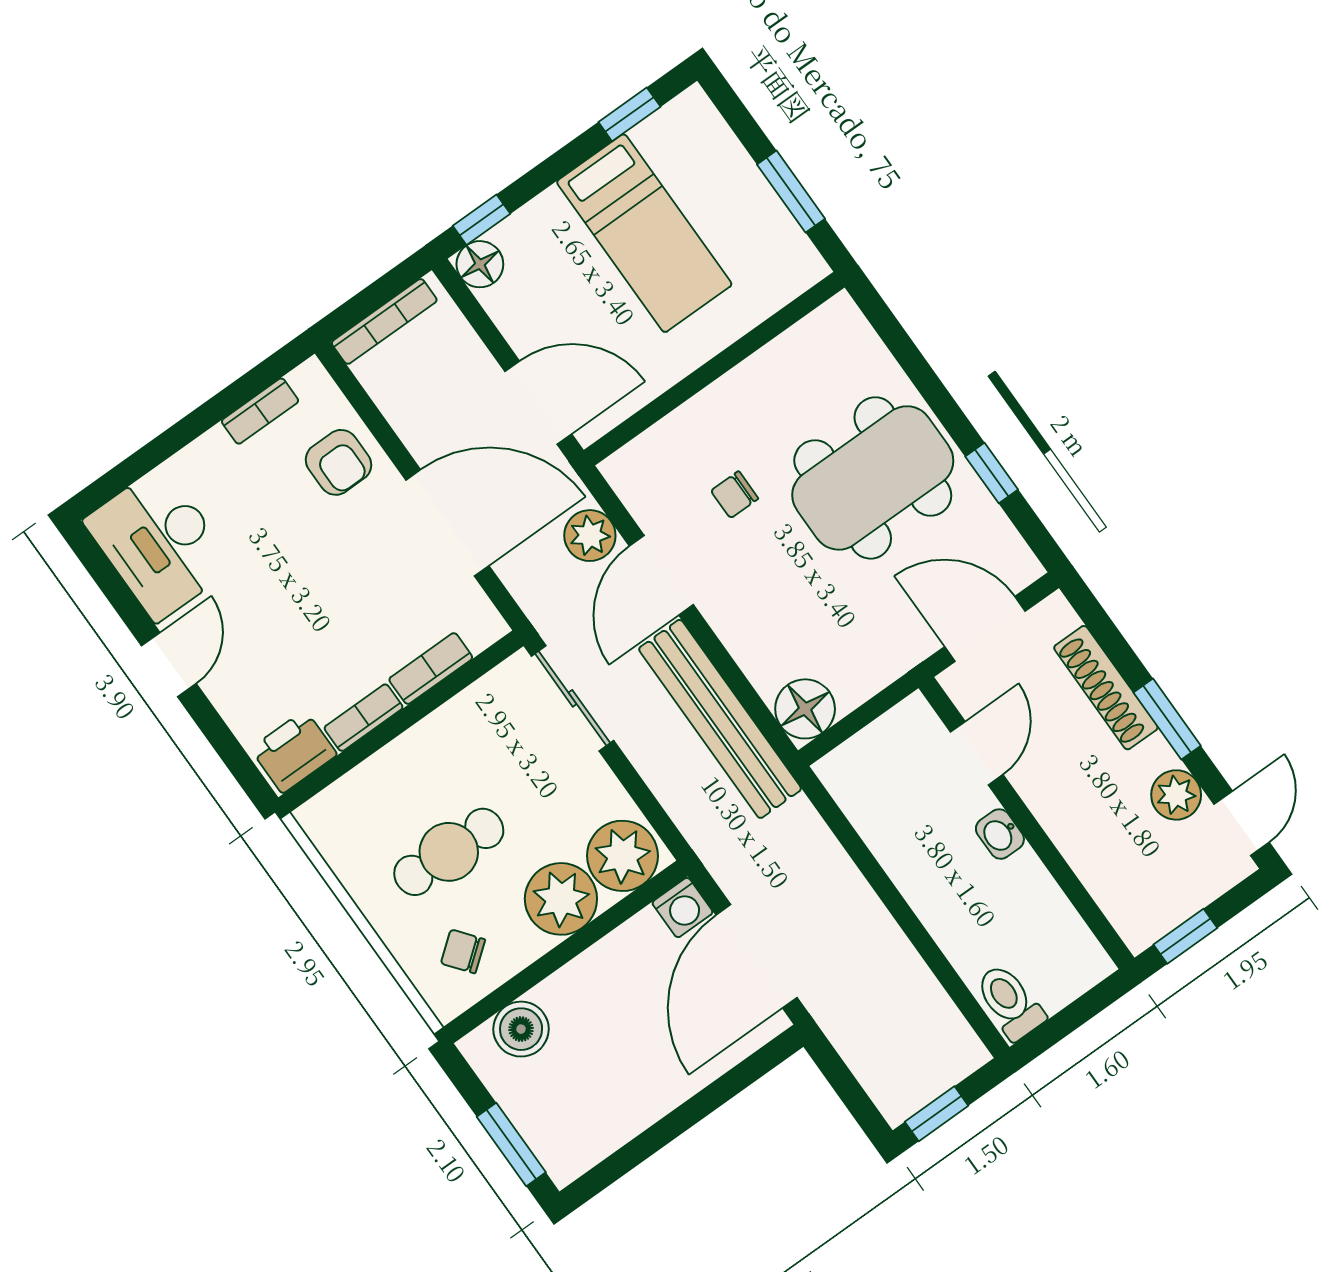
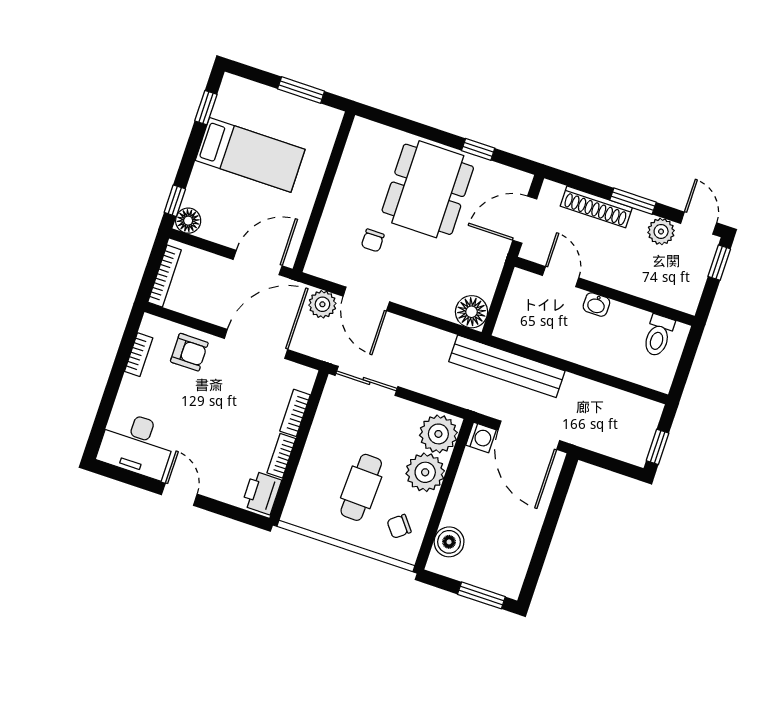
bench: (720, 719) -> (507, 366), moved
window: (1185, 936) -> (719, 263), moved
toilet: (1010, 1002) -> (658, 336), moved, turned -90

